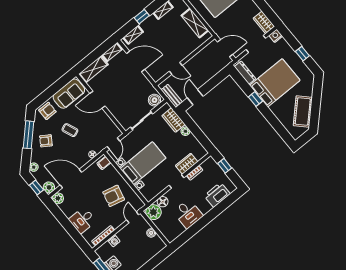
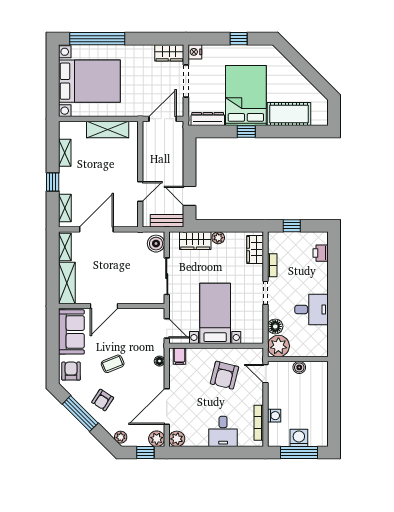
cot: (303, 111) -> (289, 114), moved, turned -45
wardrobe: (187, 164) -> (255, 249), moved
printer: (217, 195) -> (321, 253), width x0.53, depth x0.68

